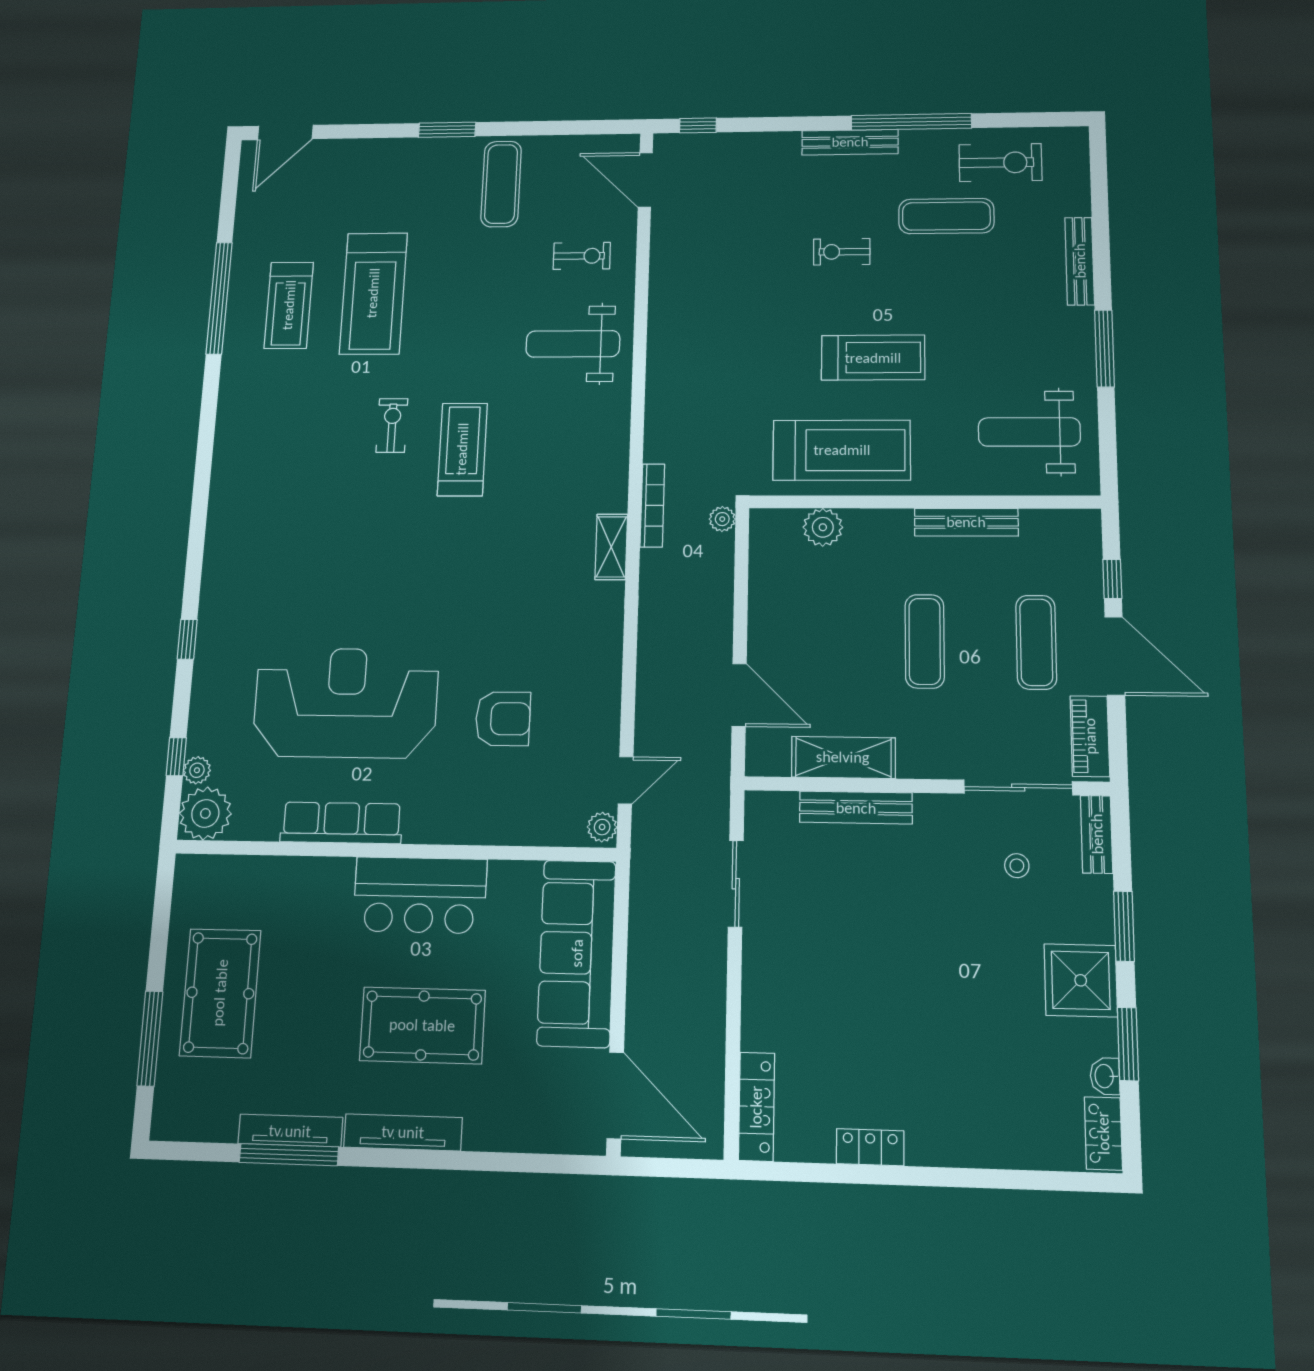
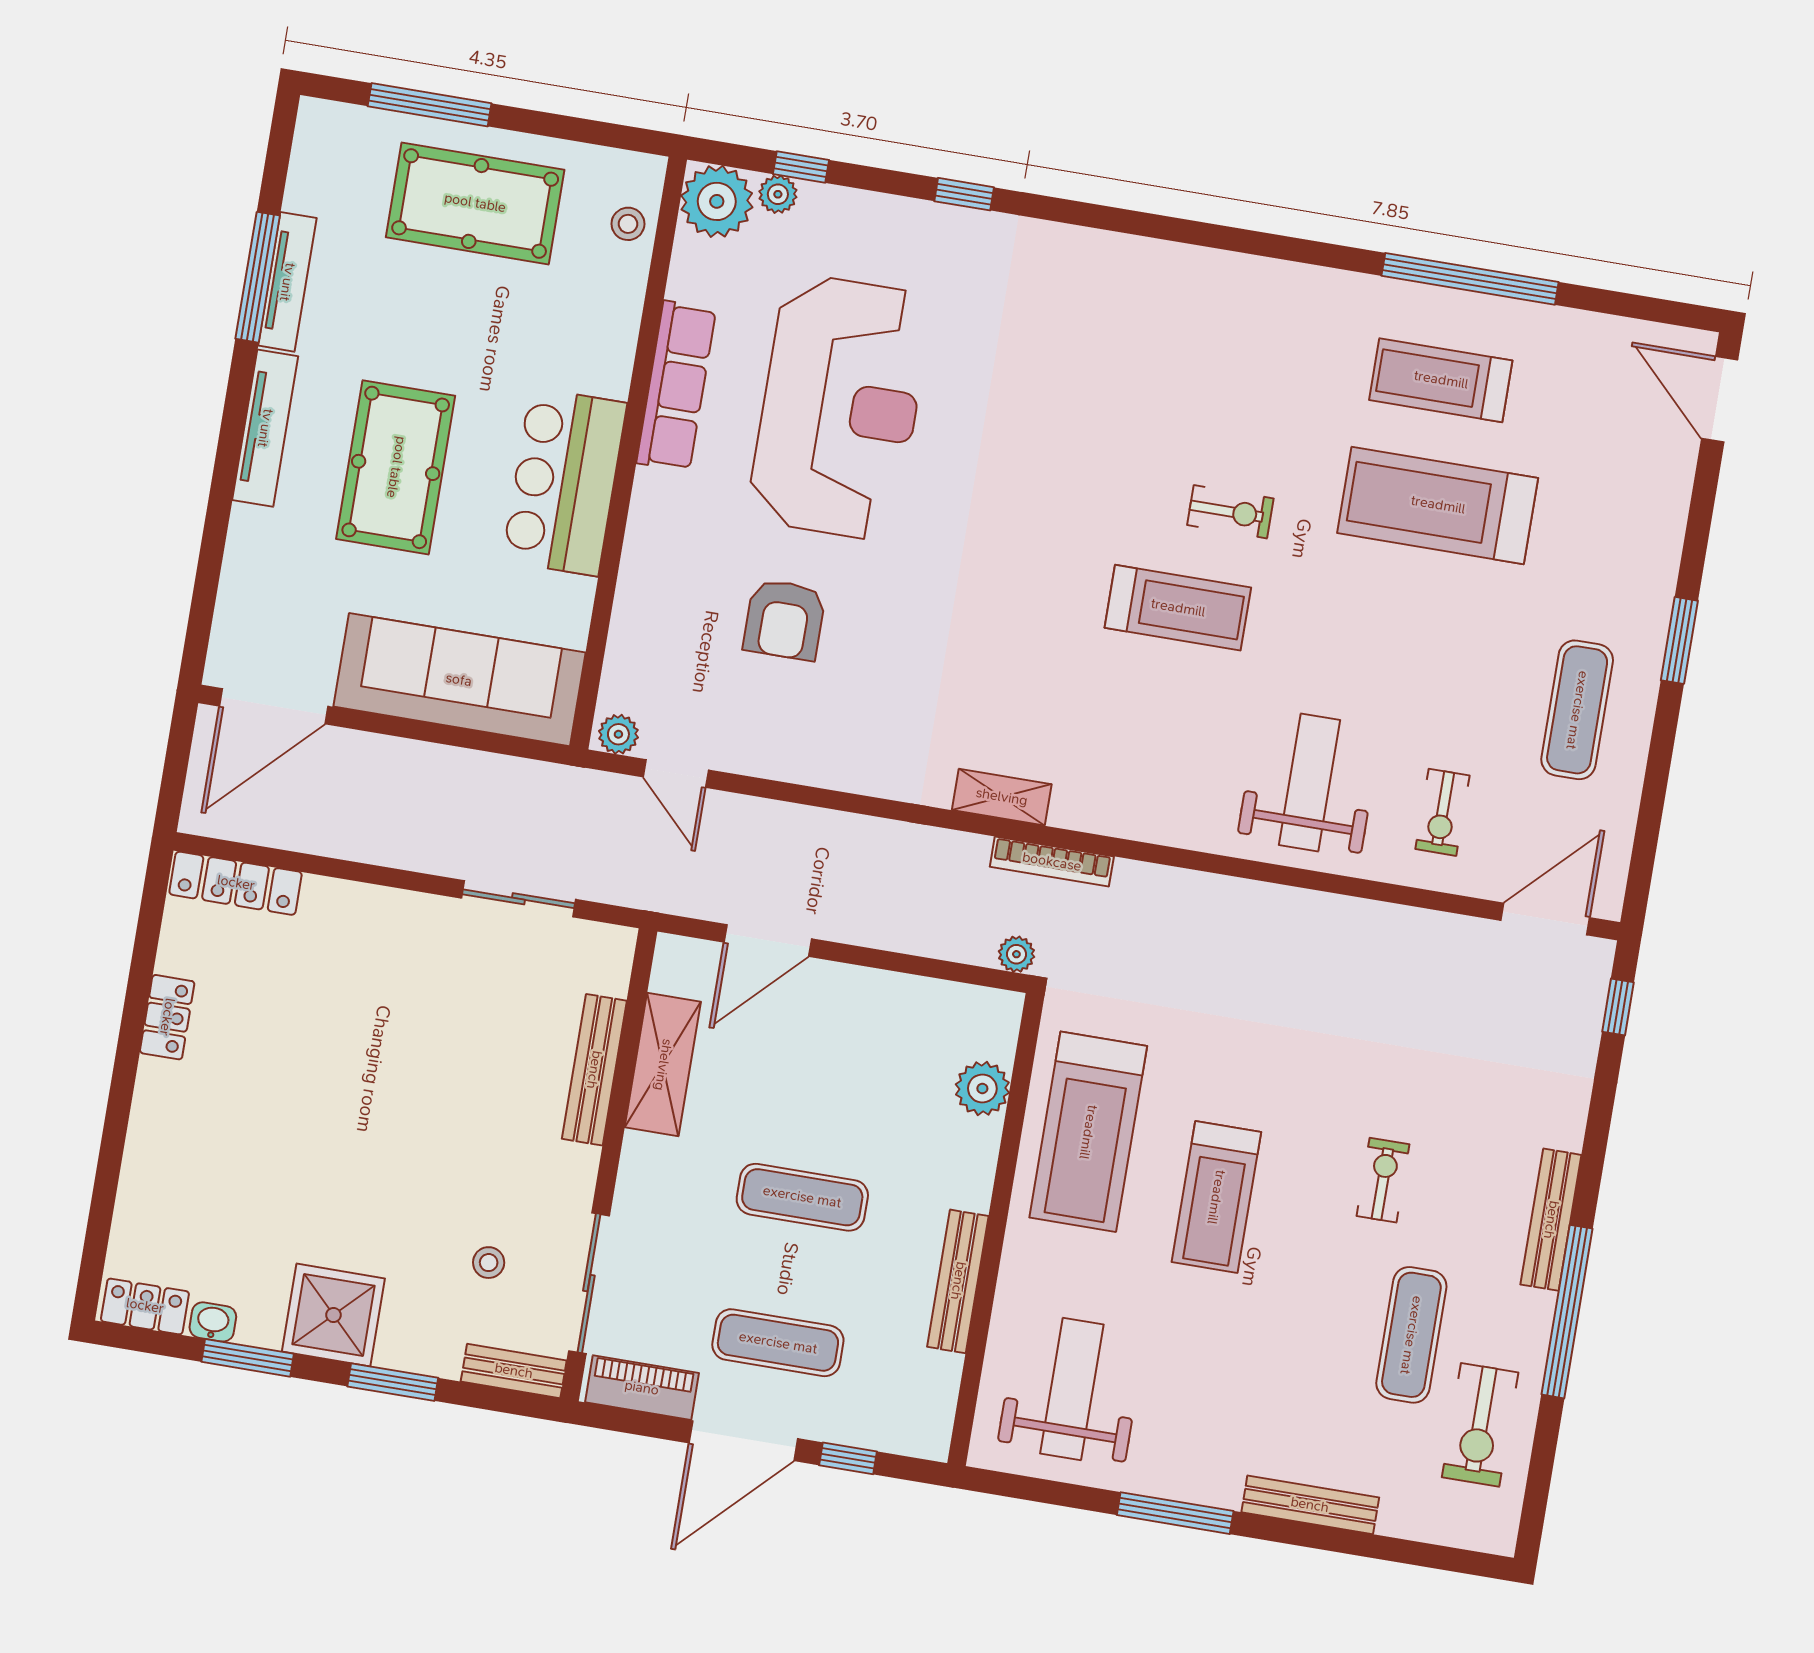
exercise mat: (501, 184) -> (1577, 710), turned 90
stool: (227, 876) -> (628, 224), added

